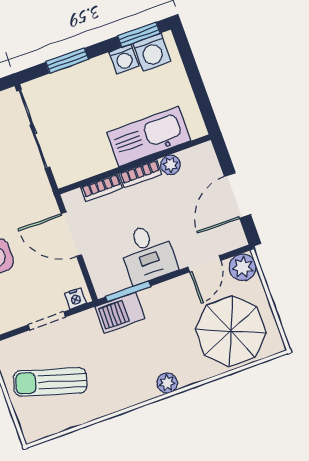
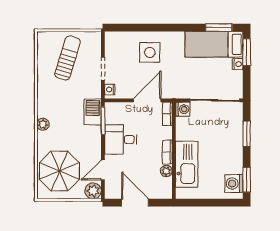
washing machine: (124, 59) -> (183, 109), moved, turned 180
bookcase: (101, 188) -> (167, 114), moved
door: (205, 264) -> (103, 170), hinge flipped

